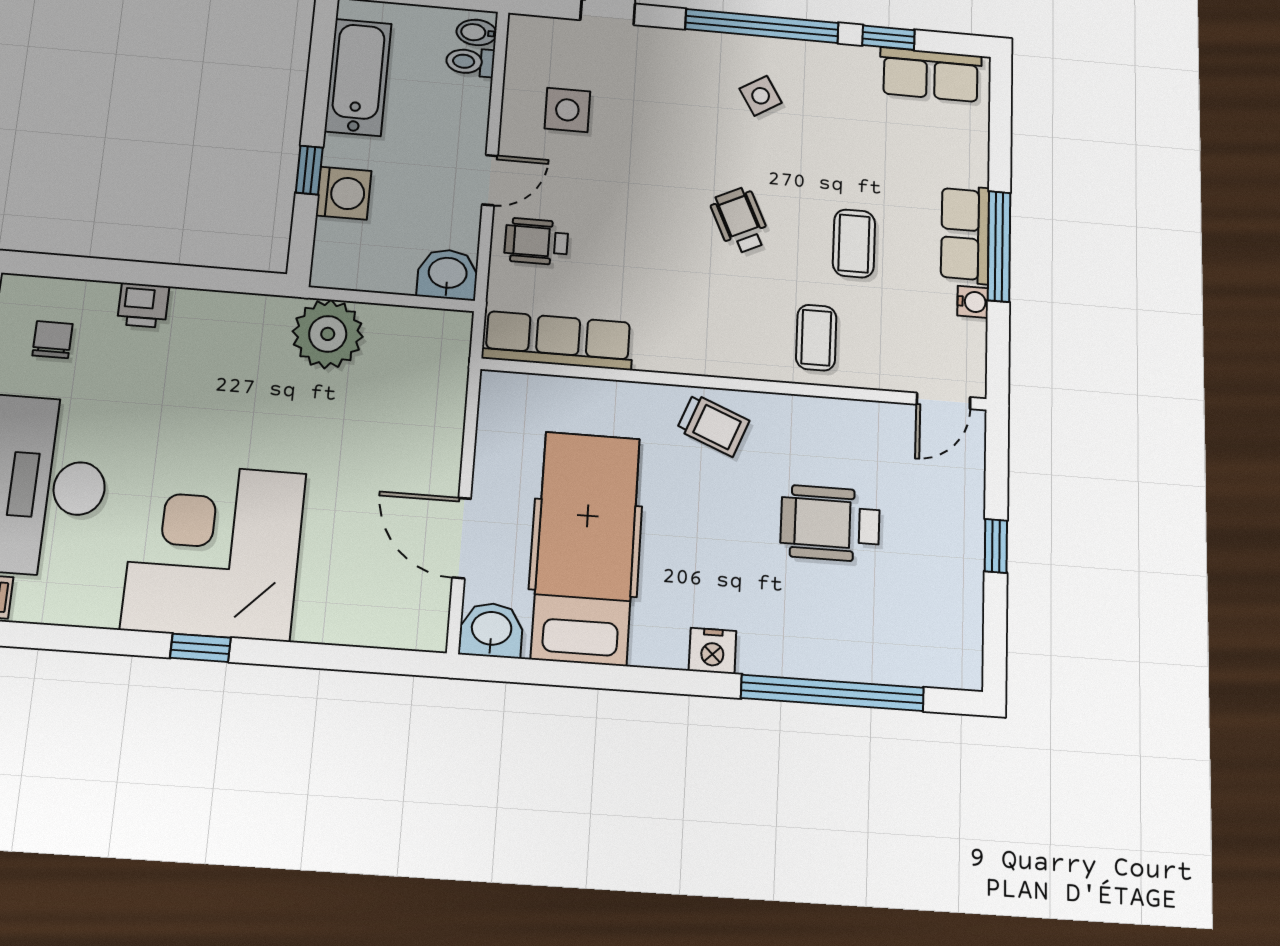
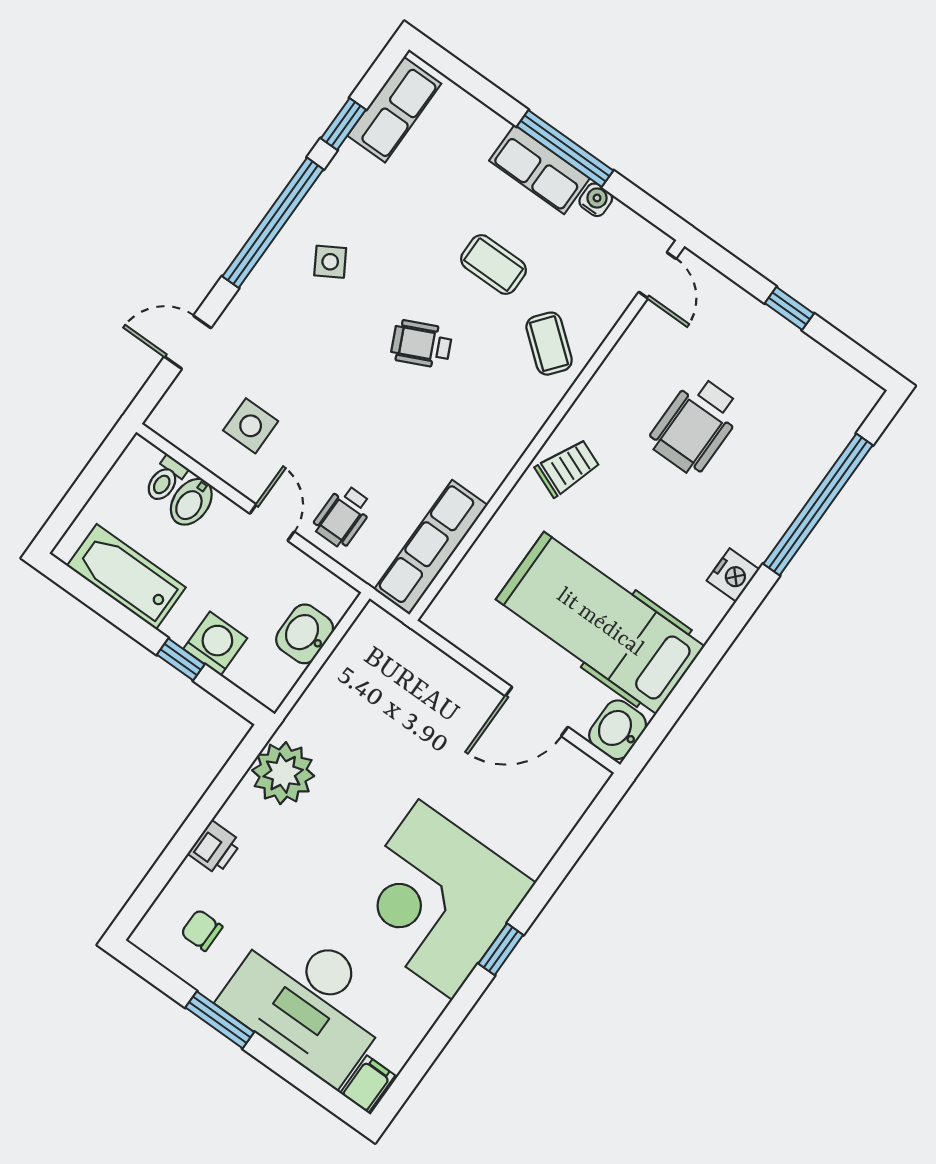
bidet: (476, 32) -> (191, 502), moved, width x1.38, depth x1.36
washbasin: (448, 274) -> (305, 634), moved
plant: (328, 334) -> (283, 773), moved
coffee table: (816, 338) -> (549, 344), turned 39

